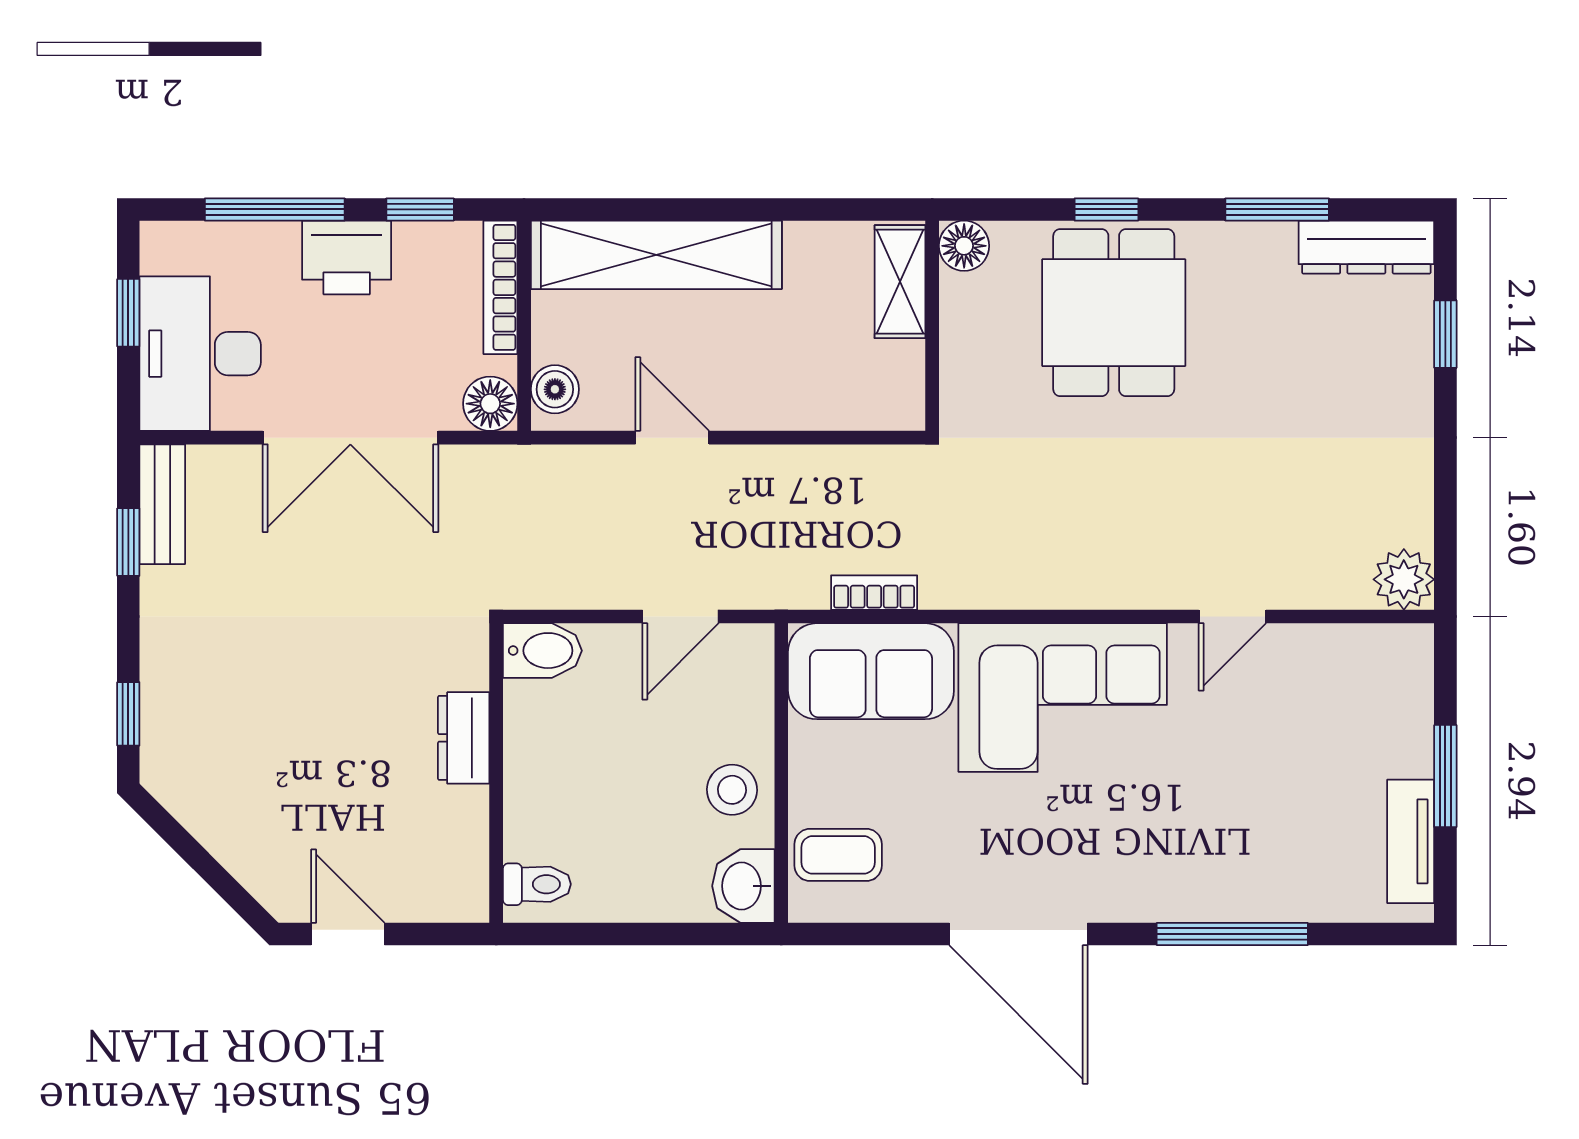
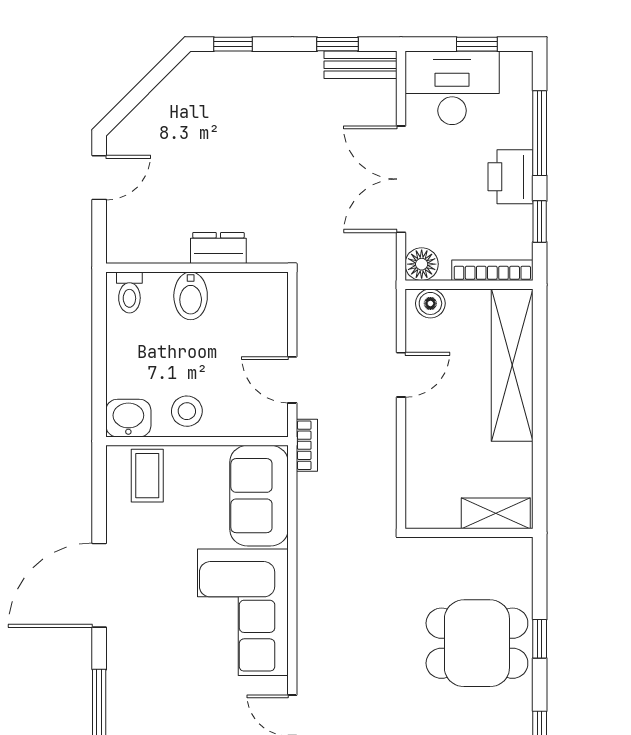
floor lamp: (964, 246) -> (518, 552), removed
bookcase: (874, 593) -> (307, 445), moved
bidet: (542, 651) -> (191, 296), moved

